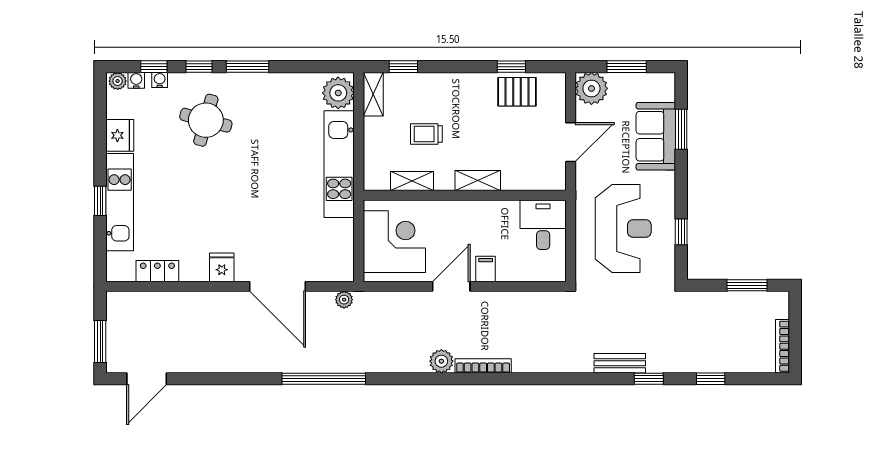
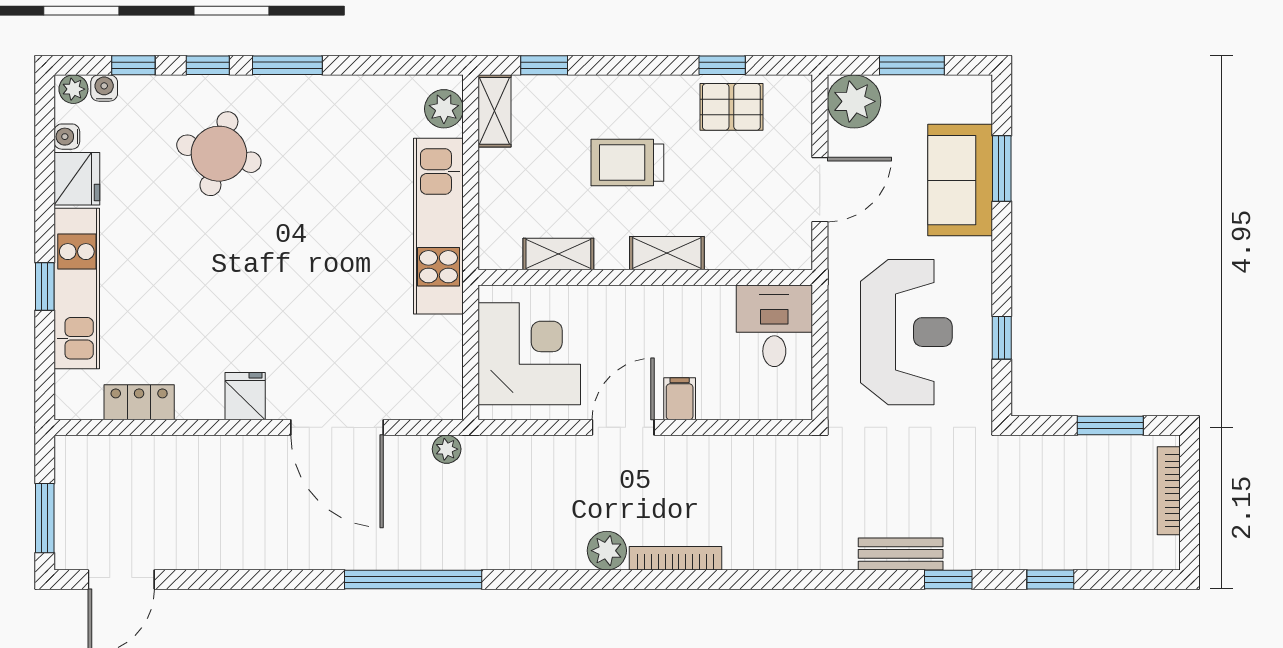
water cooler: (160, 80) -> (67, 137), moved, turned -90
plant: (338, 93) -> (444, 109), width x0.73, depth x0.73
trolley: (426, 134) -> (627, 163), moved, width x1.36, depth x1.39
bookcase: (783, 346) -> (1169, 491), moved

